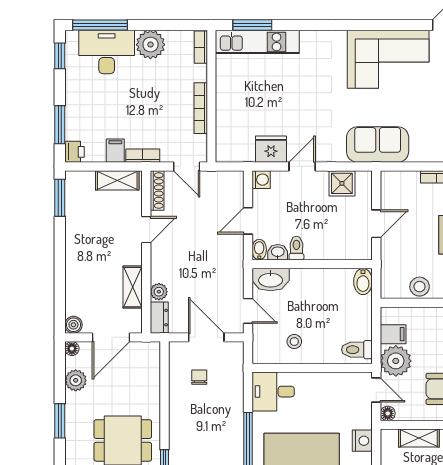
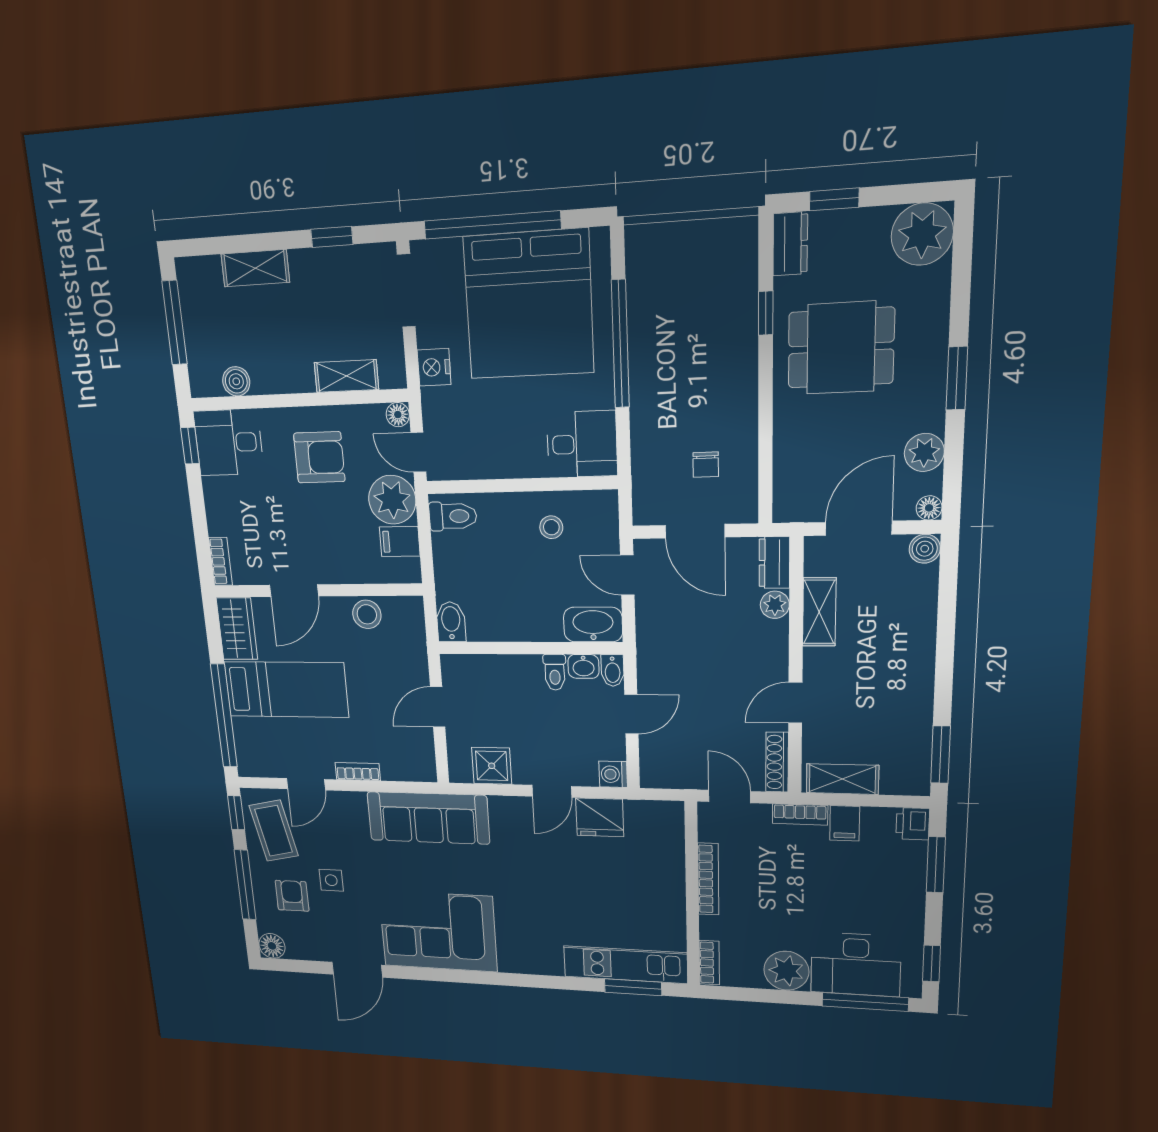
sofa: (378, 145) -> (428, 818), width x1.36

